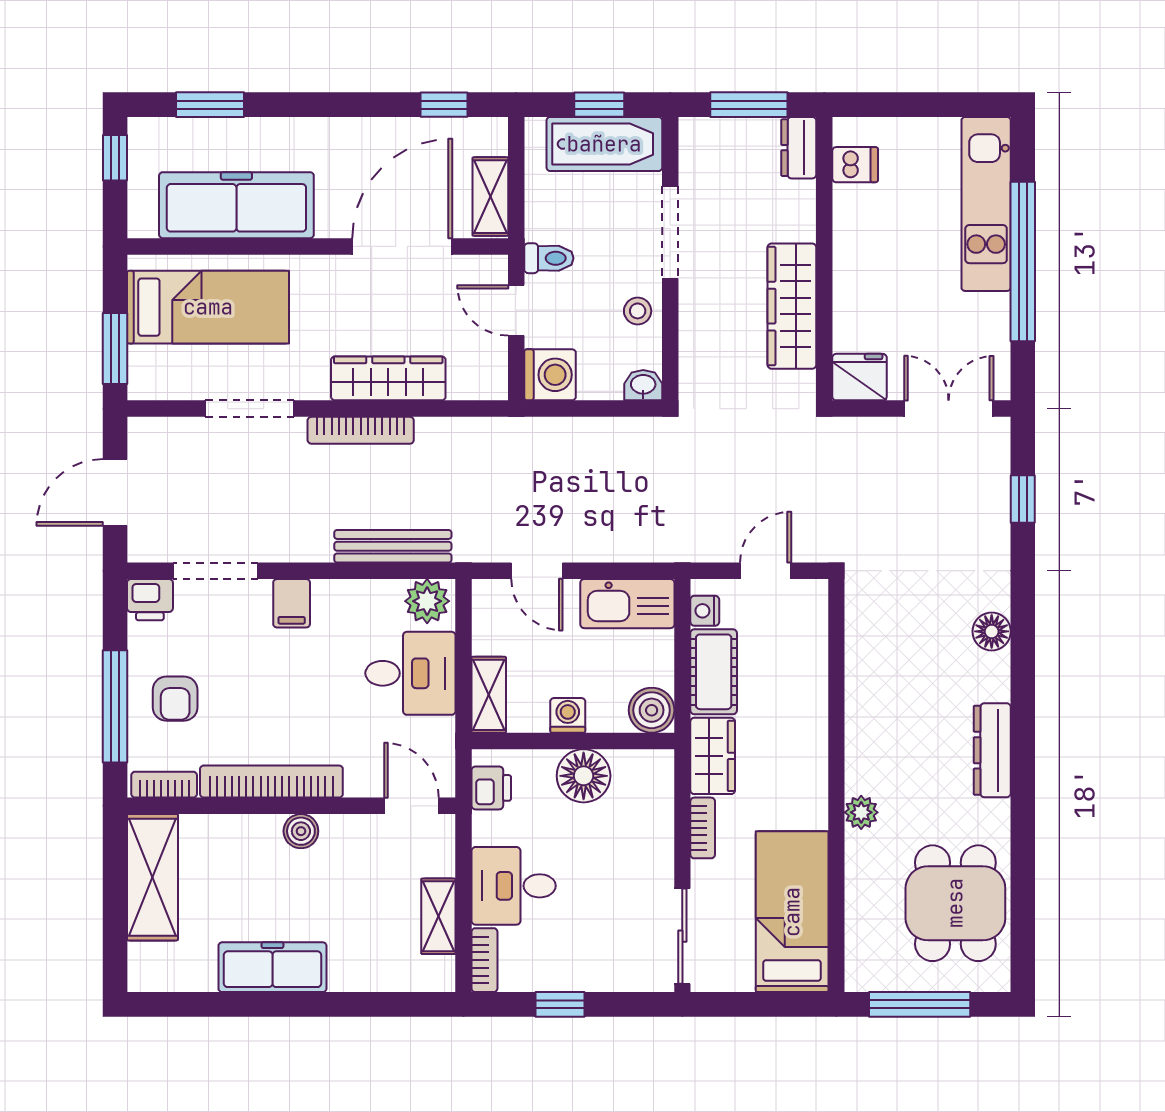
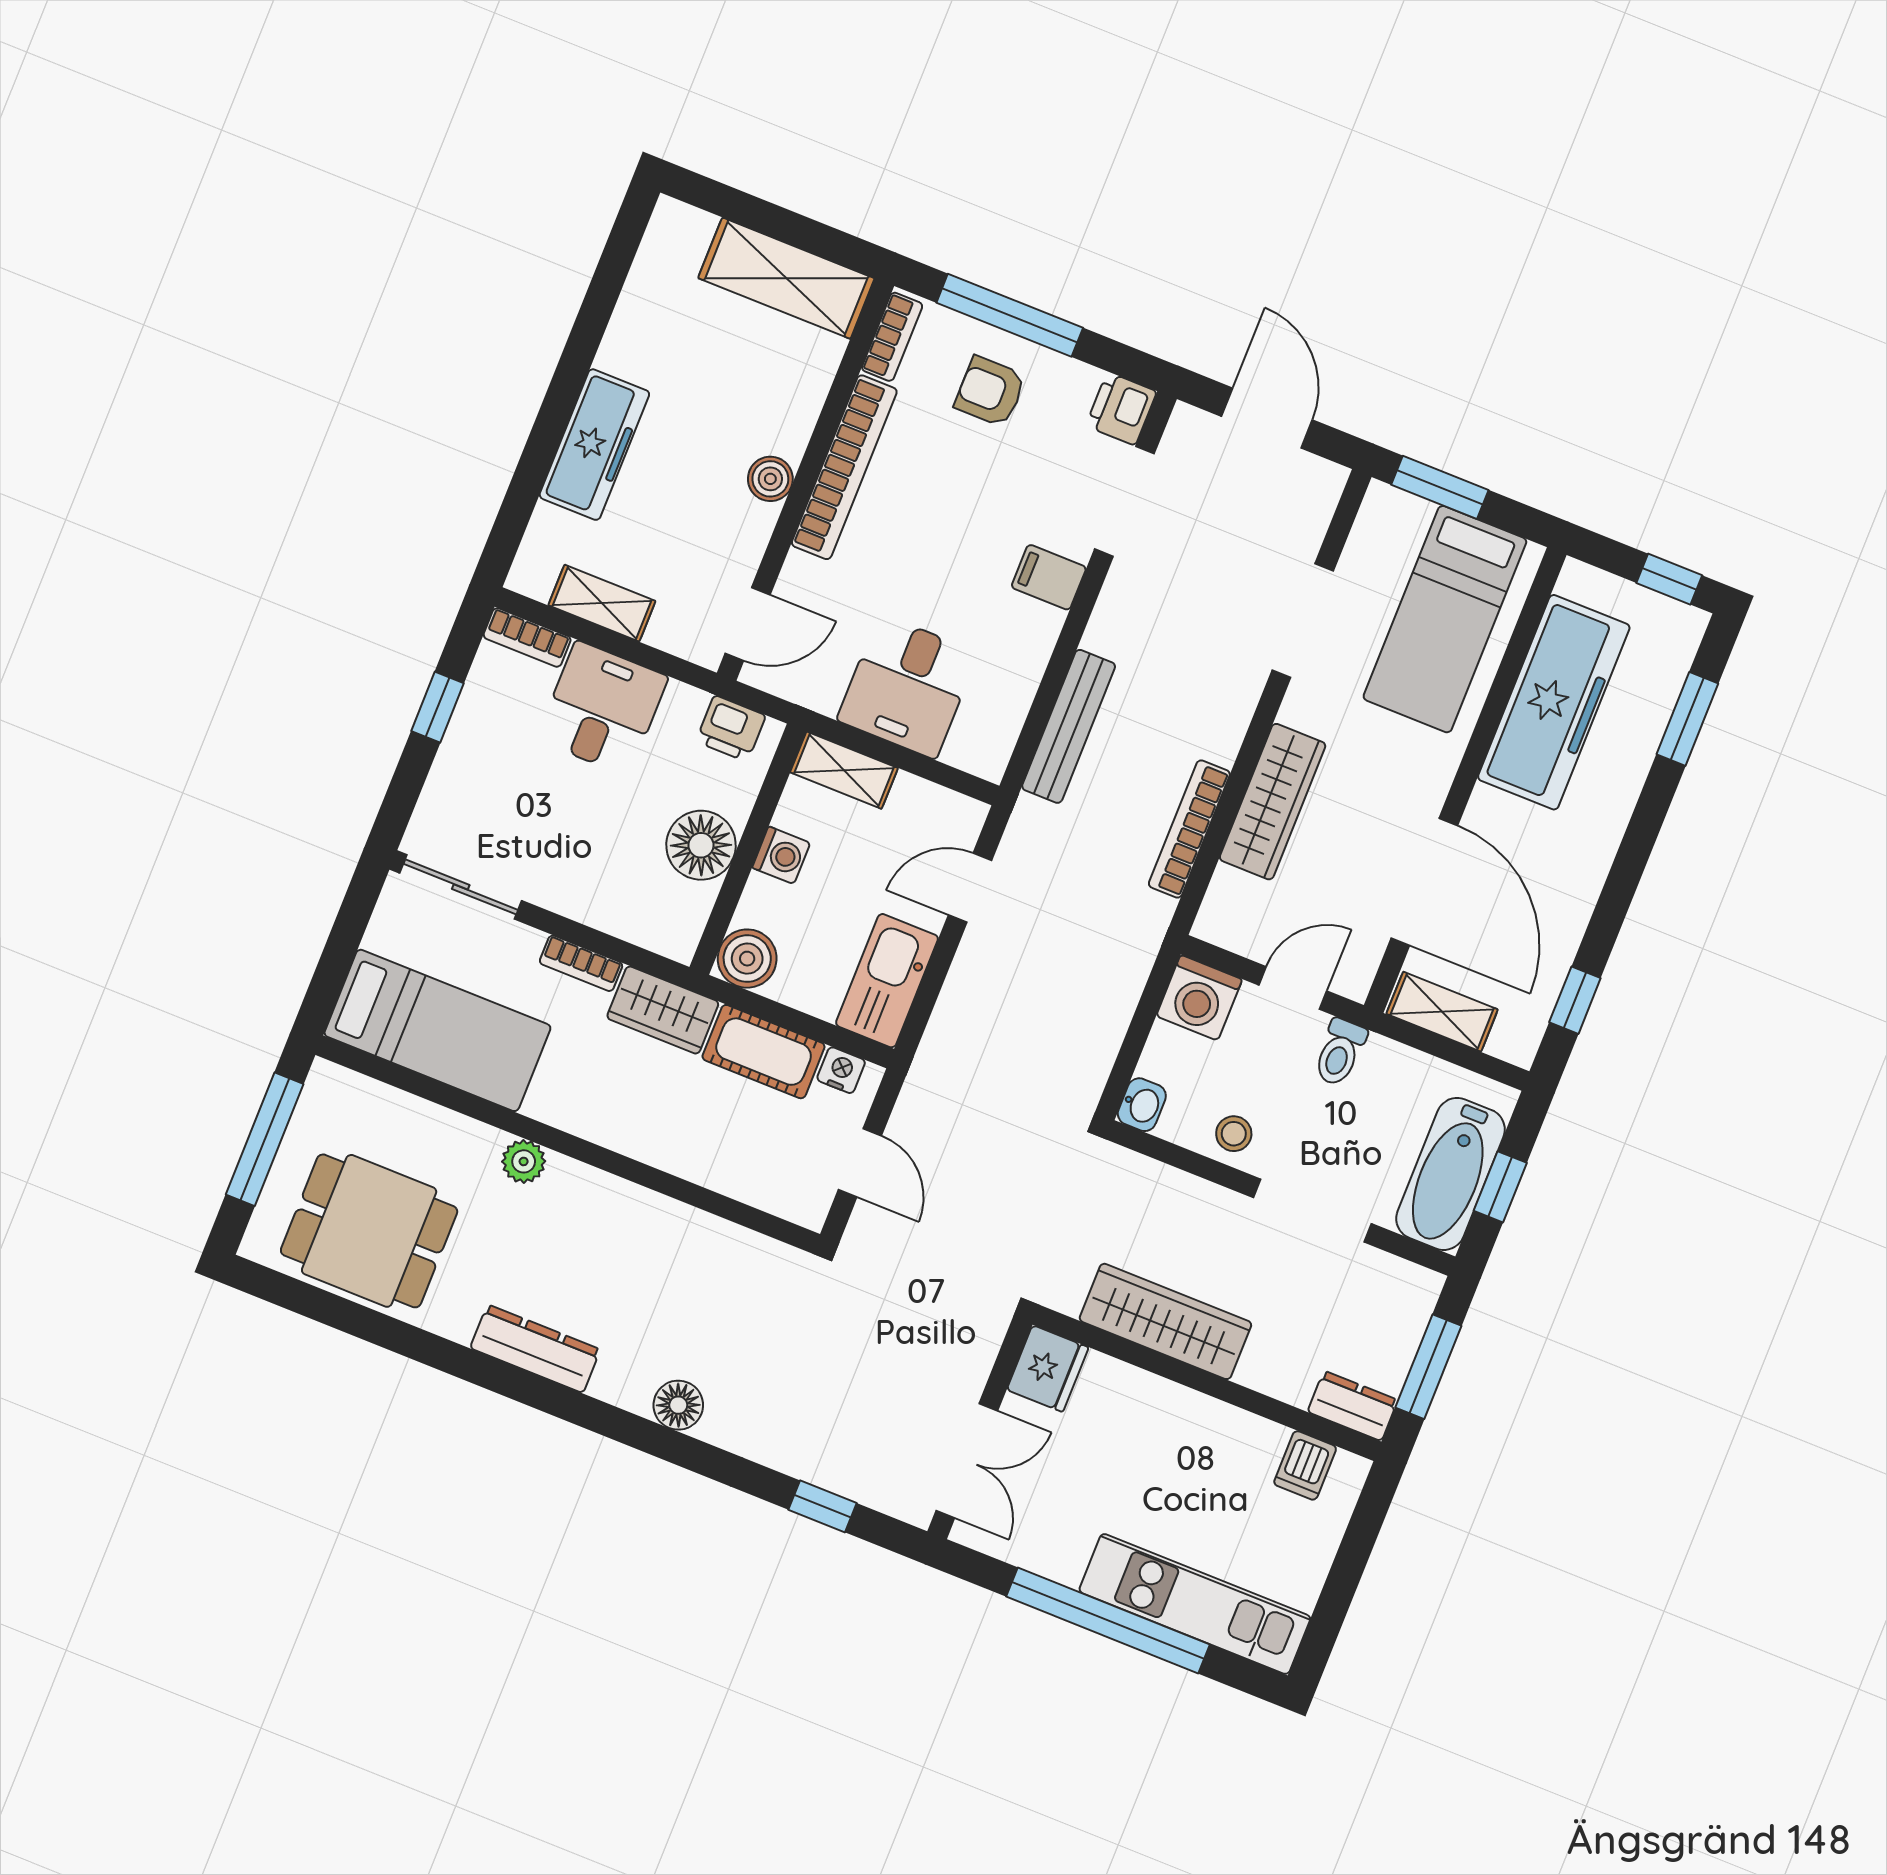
bookcase: (361, 430) -> (1189, 829), moved
plant: (427, 601) -> (986, 741), removed
freezer: (272, 967) -> (594, 445), moved

